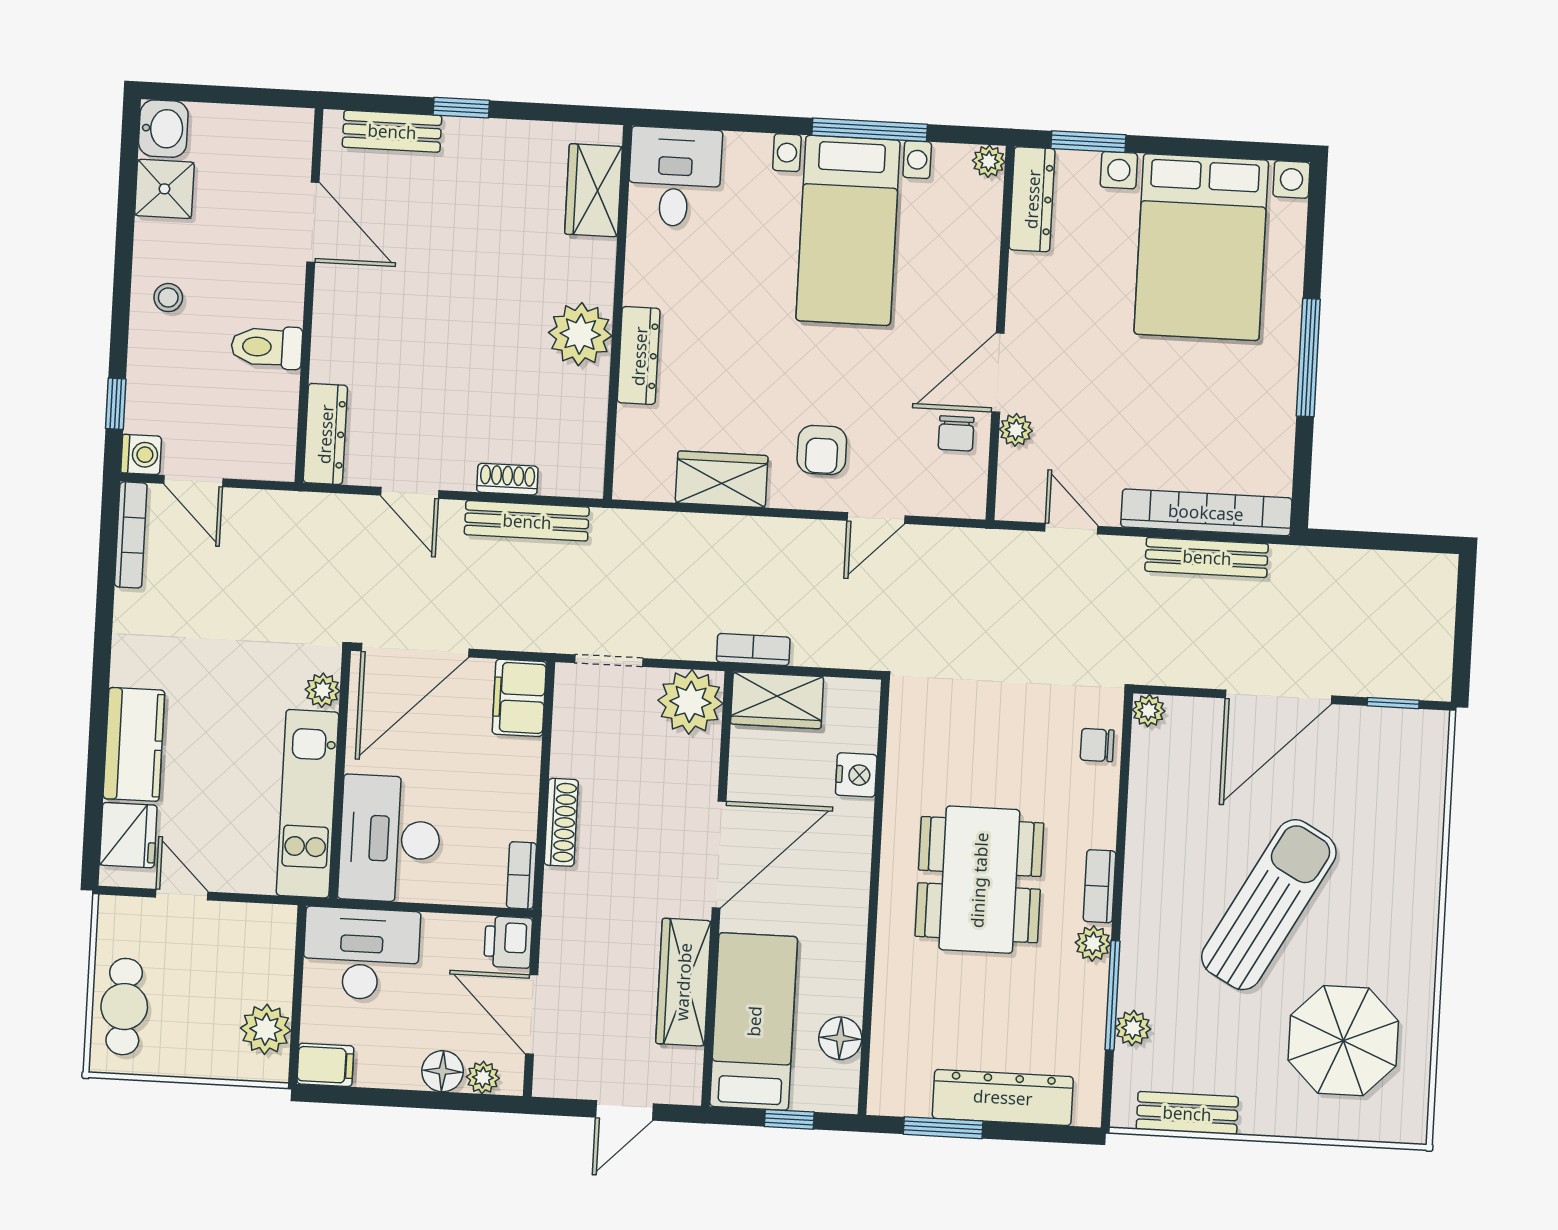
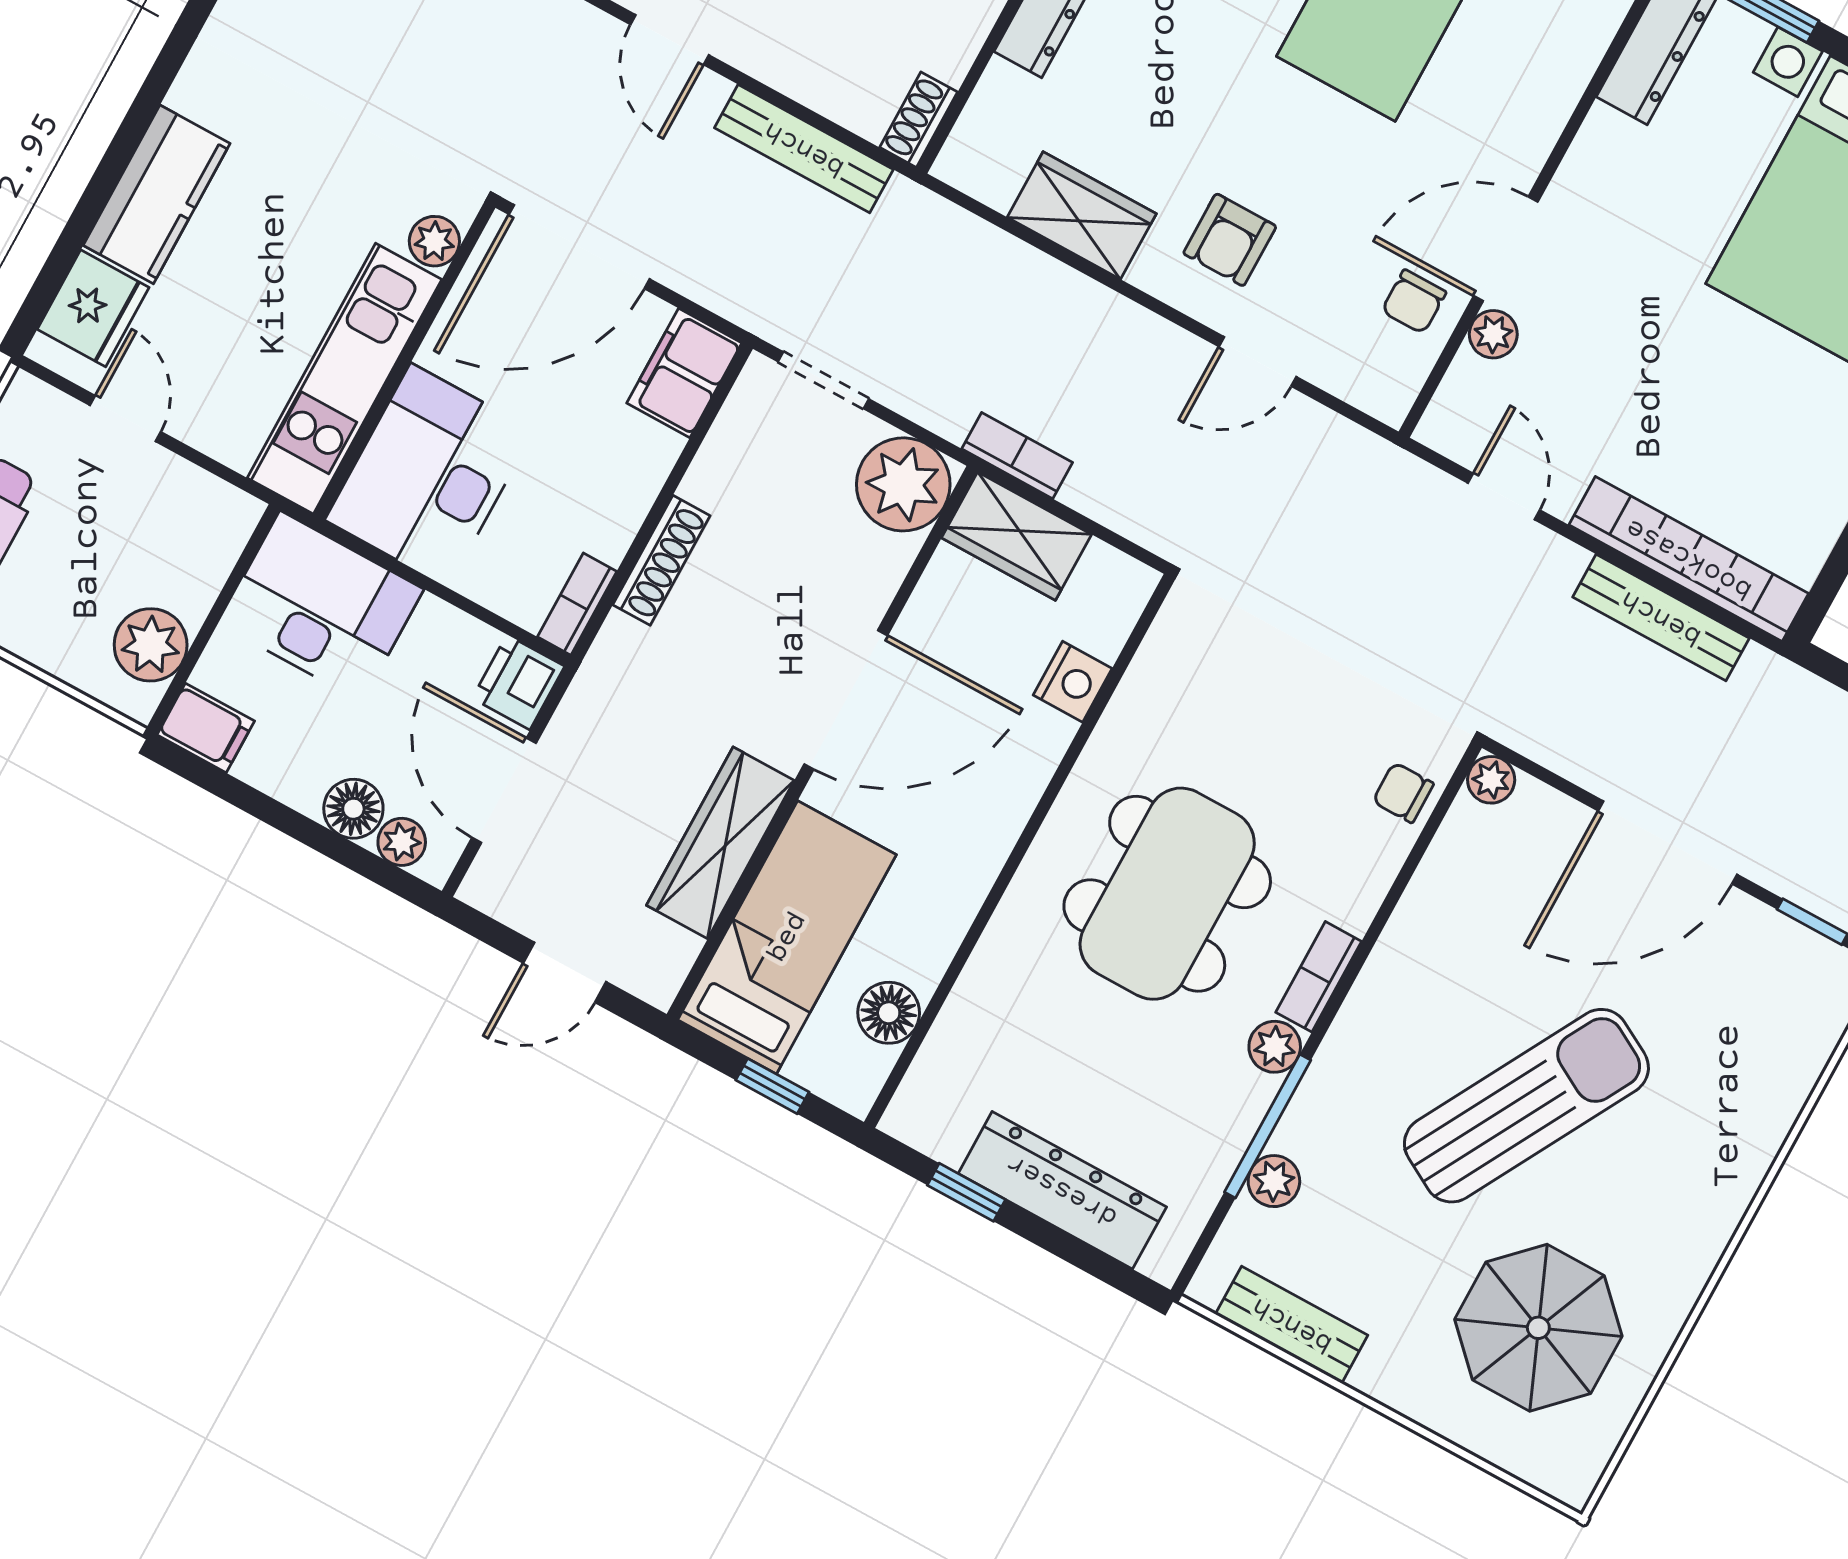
shoe rack: (507, 479) -> (919, 120), moved, turned -90
window: (943, 1128) -> (966, 1192), width x0.67

